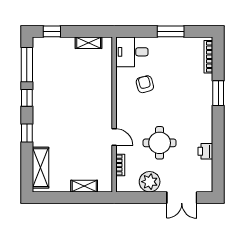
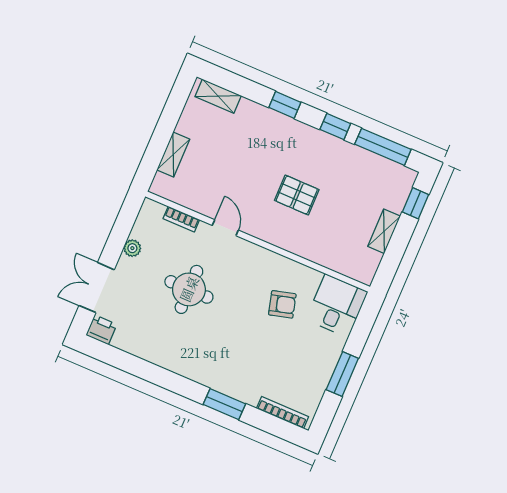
shelving: (89, 43) -> (384, 231), moved
pallet: (77, 103) -> (297, 195), added
door: (114, 137) -> (225, 228), swing flipped
printer: (205, 151) -> (101, 330), moved
shelving: (41, 168) -> (218, 96), width x0.67, depth x0.75
plant: (150, 182) -> (132, 248), width x0.53, depth x0.53

